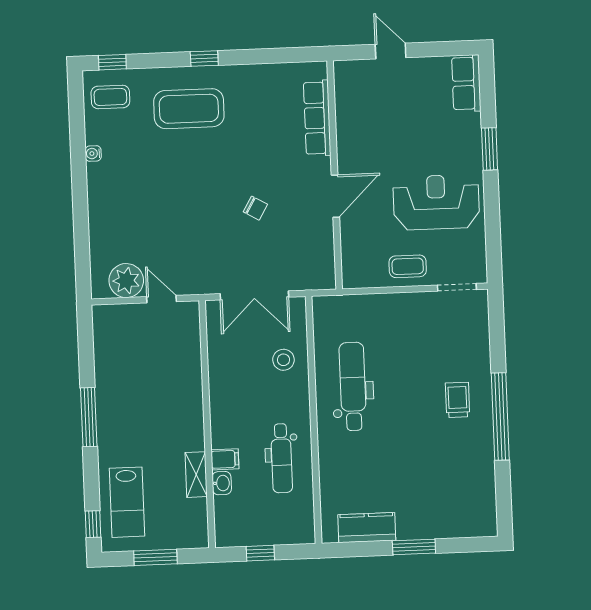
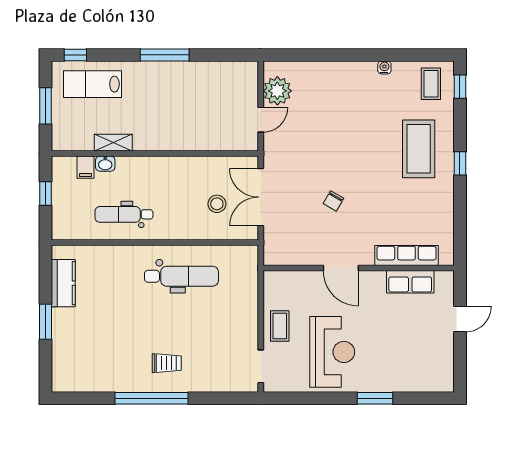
row of seats: (466, 83) -> (410, 282), moved, turned 180
stool: (283, 360) -> (217, 204), moved
filing cabinet: (225, 459) -> (86, 167), moved

